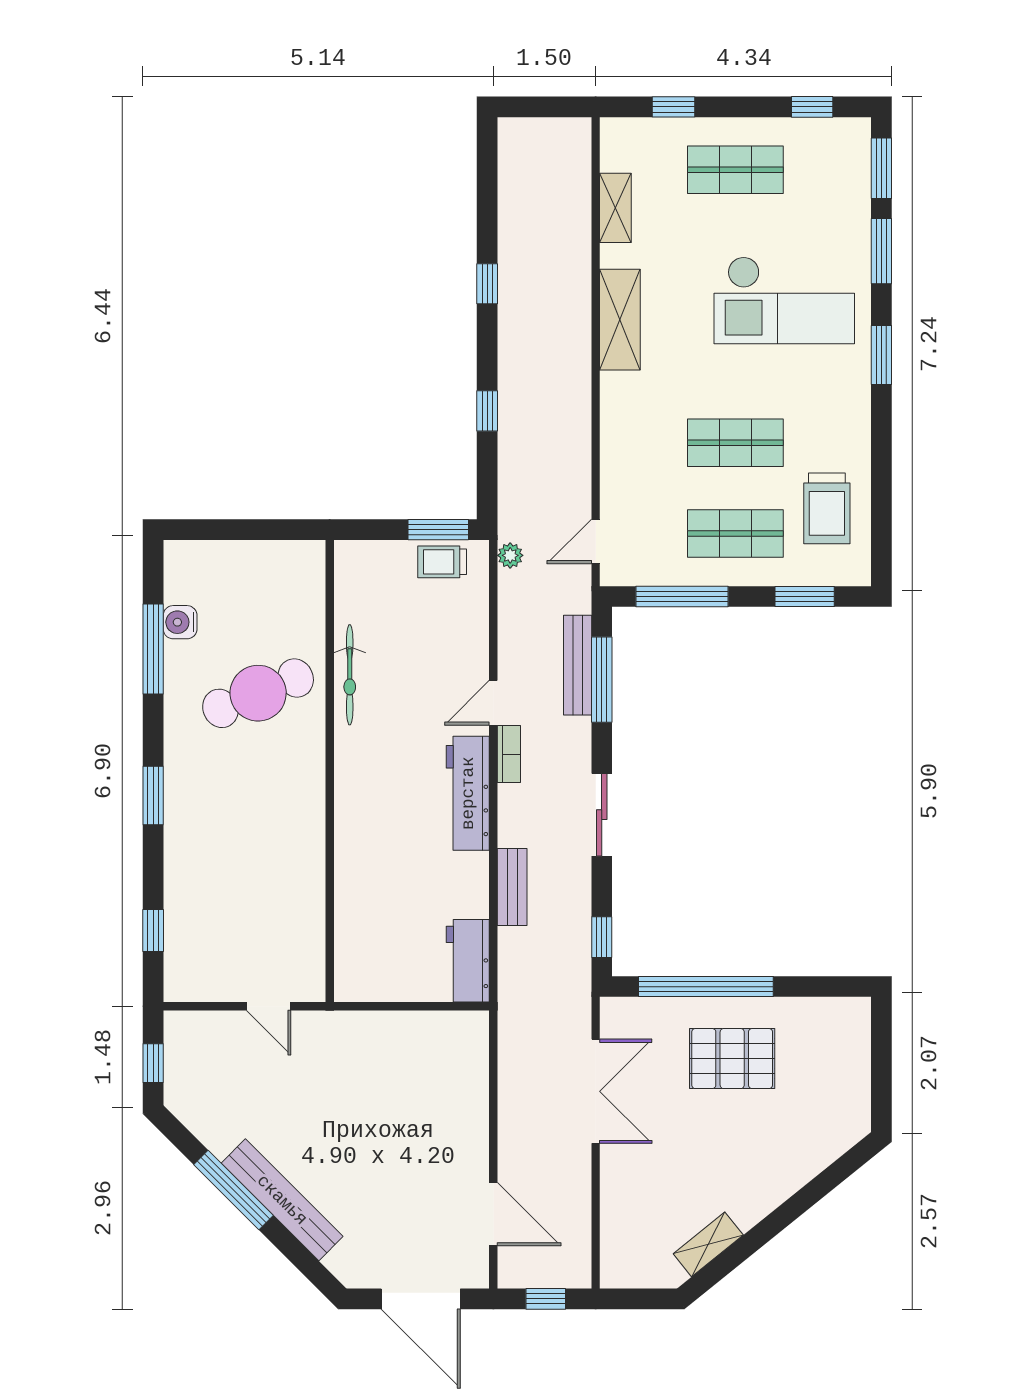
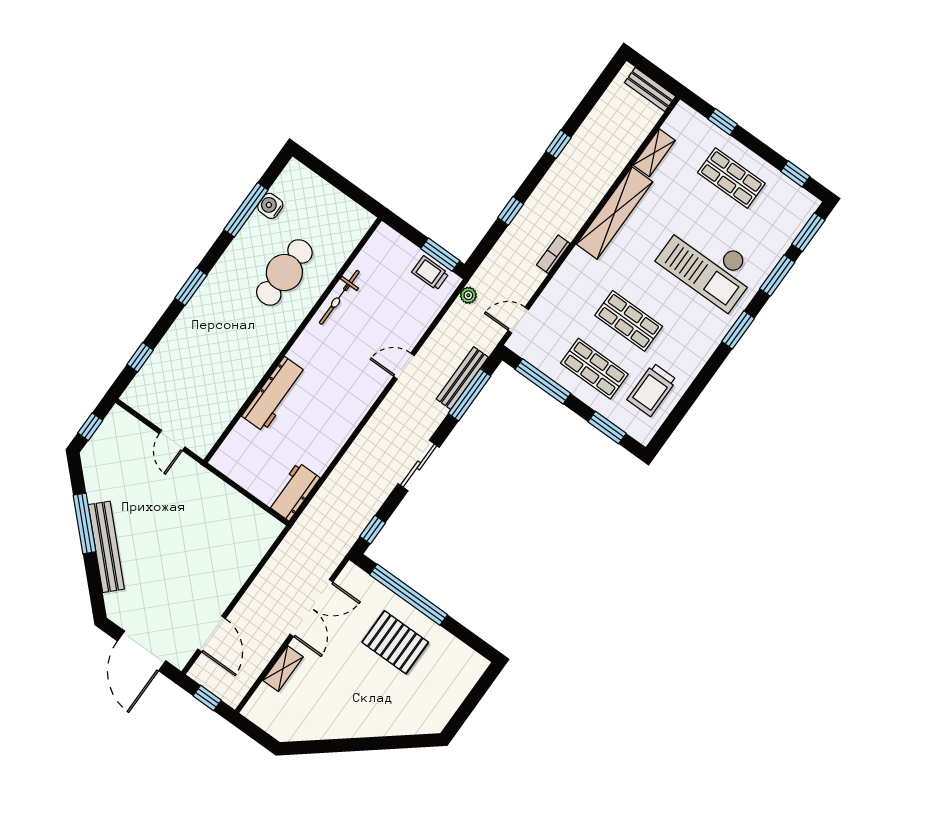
shelving: (620, 320) -> (615, 213), width x1.47
cafe table: (258, 693) -> (284, 272), turned -67
bookcase: (509, 754) -> (553, 254), moved, turned 180
workbench: (468, 793) -> (274, 394), moved, turned 180
bench: (512, 887) -> (650, 89), moved, turned 90
shelving: (708, 1244) -> (283, 669), moved, turned -51

